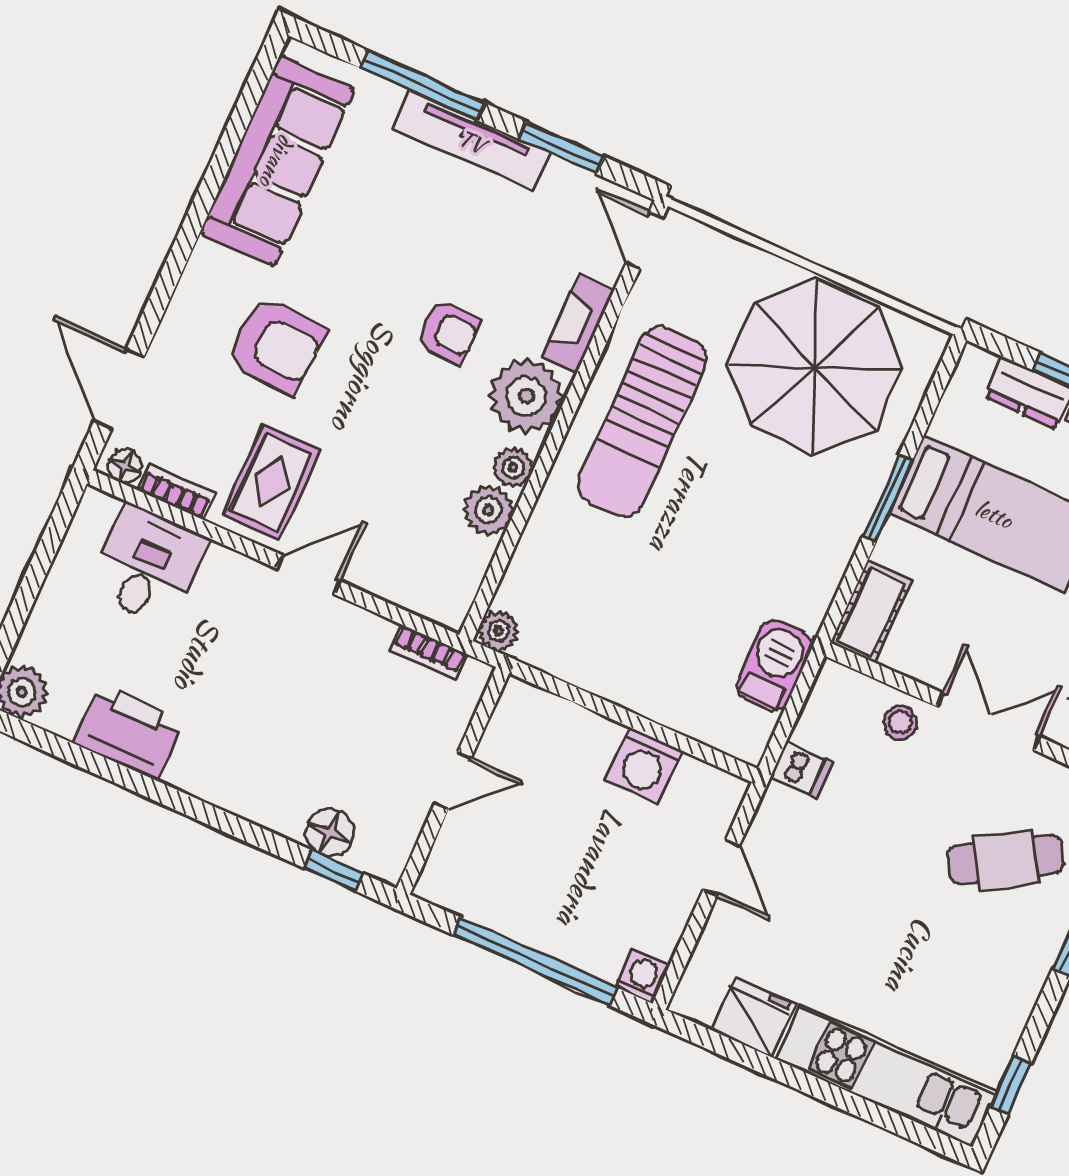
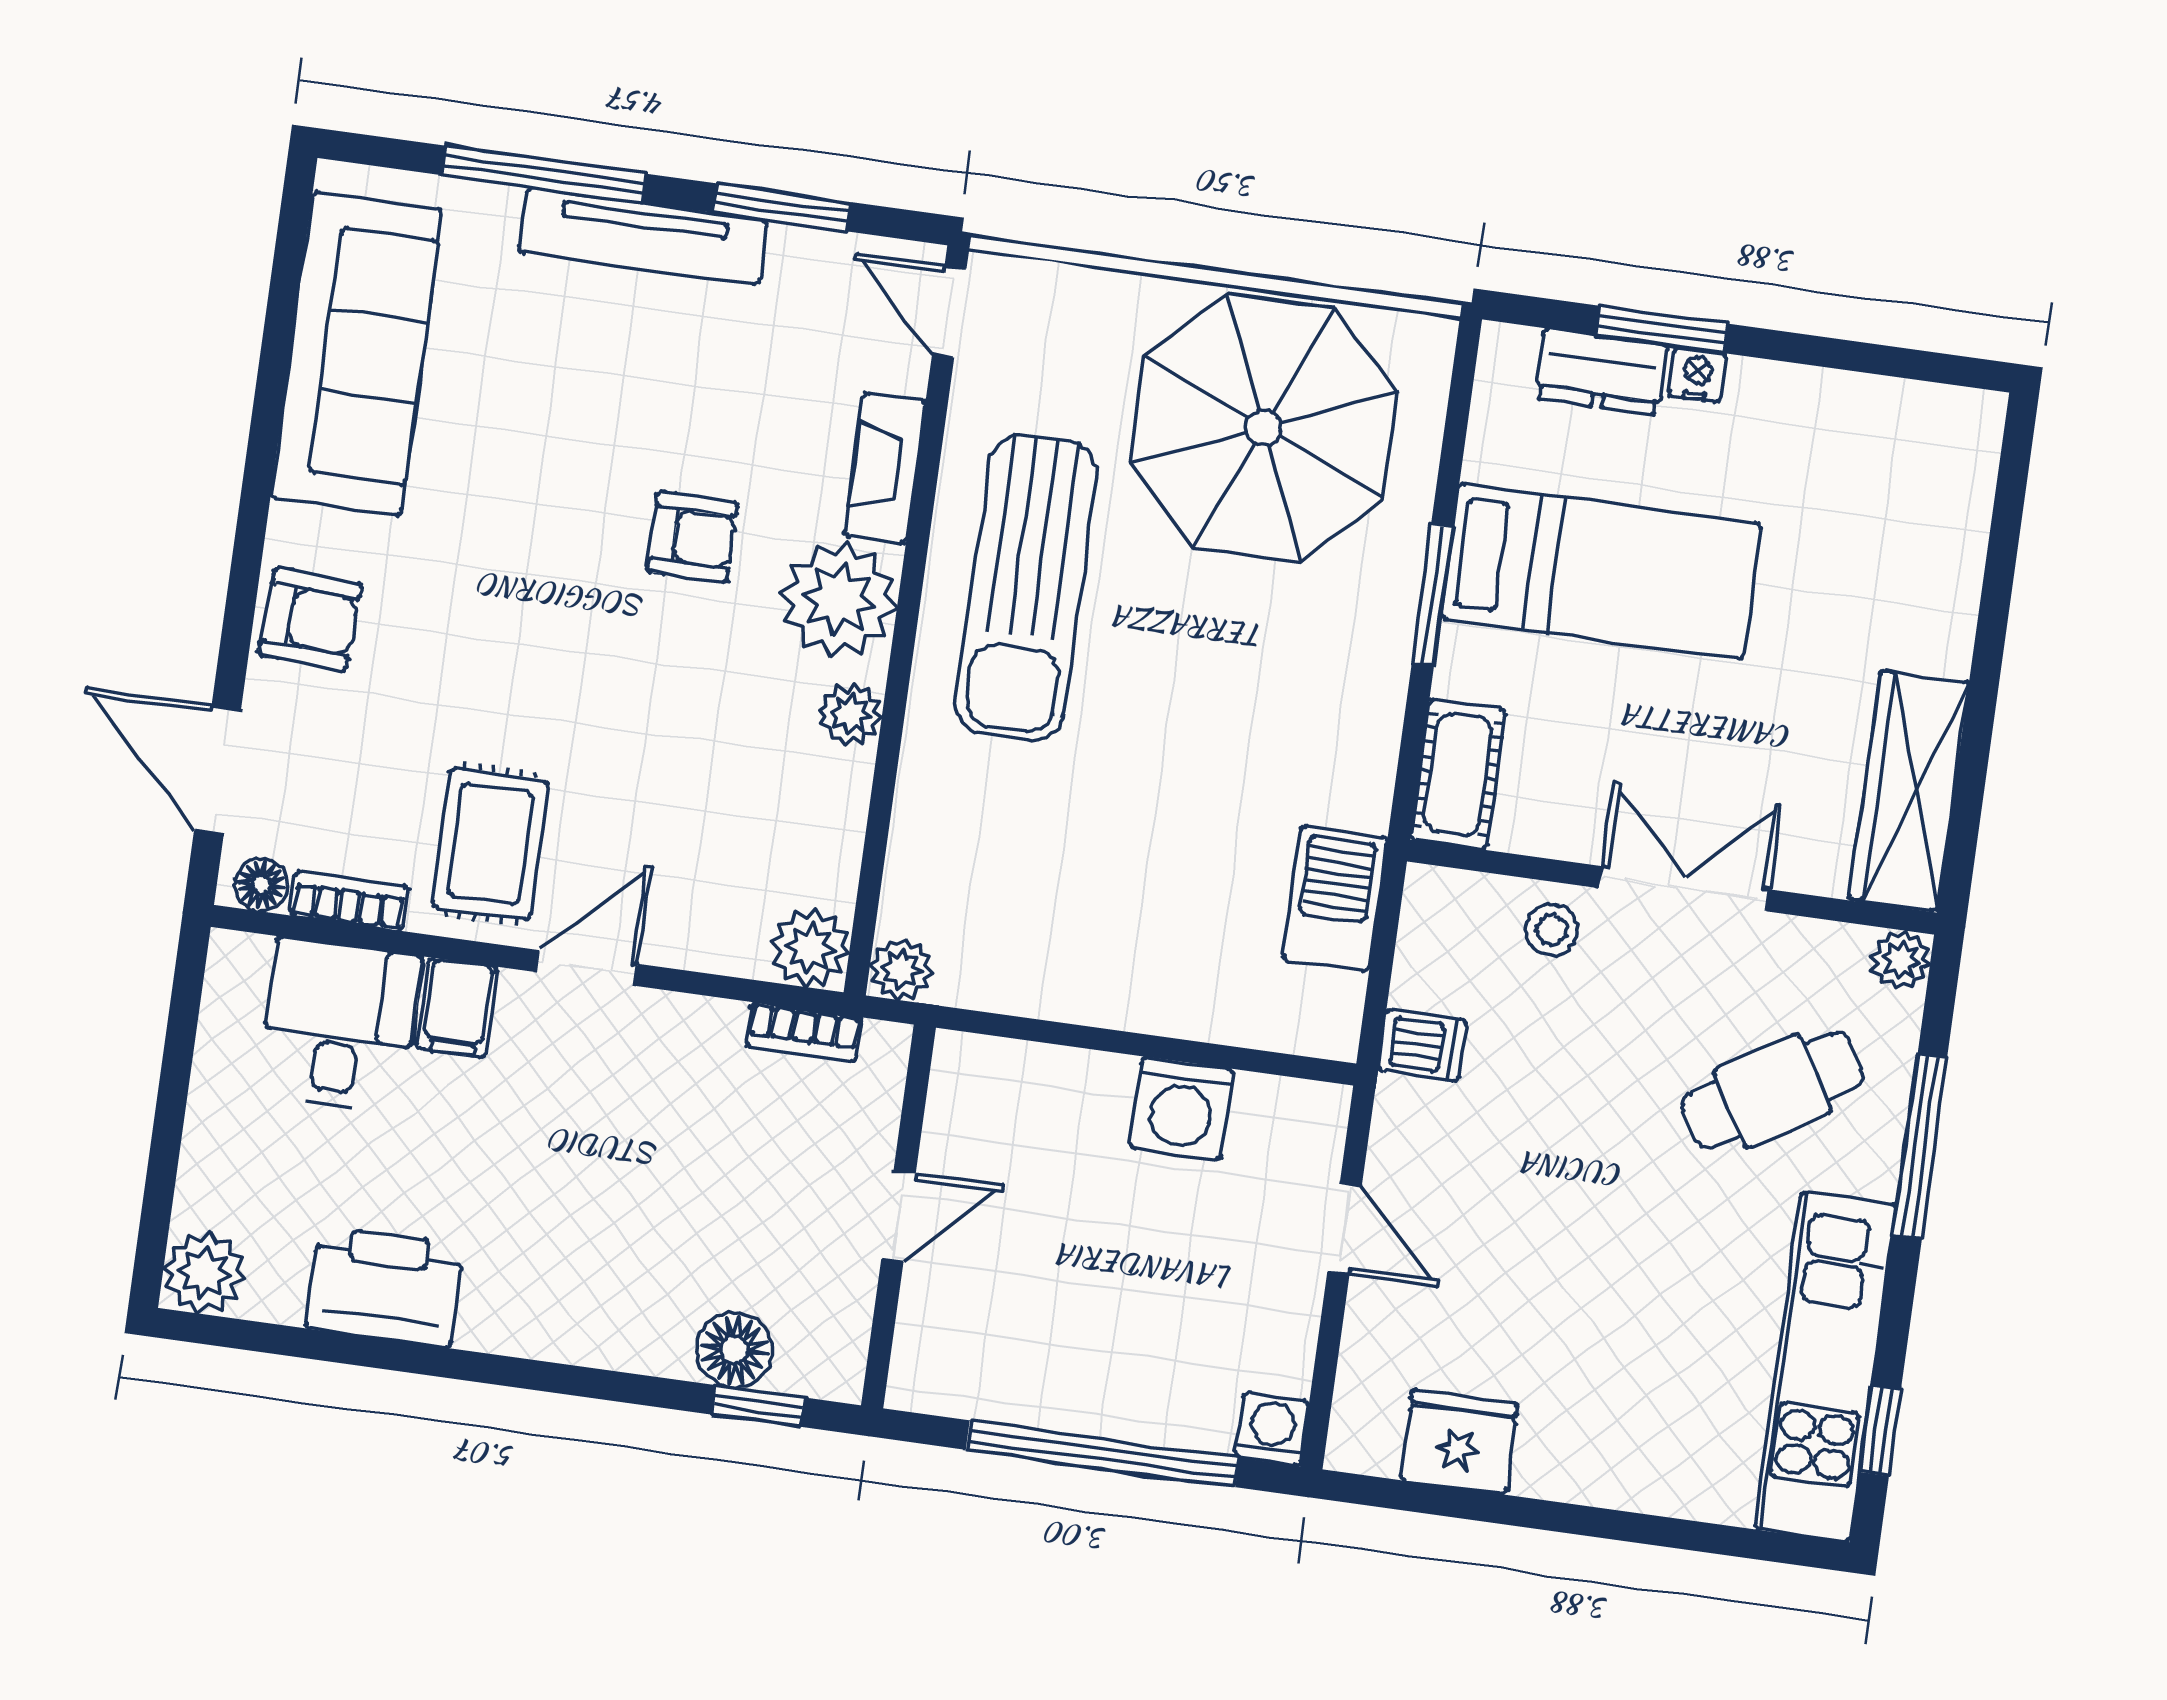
armchair: (277, 345) -> (310, 619), moved, width x0.72, depth x0.72
plant: (489, 510) -> (810, 948), moved
filing cabinet: (222, 576) -> (457, 1008), added
kitchen unit: (886, 1075) -> (1826, 1367), moved, turned -90

